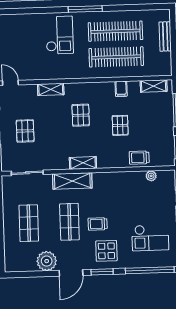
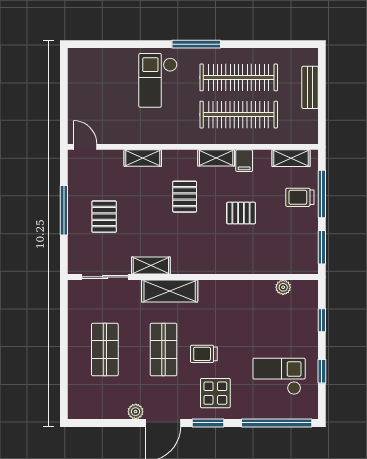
checkout: (59, 35) -> (158, 80), turned 180
shelving: (102, 88) -> (216, 158), added
pallet: (120, 125) -> (241, 213), turned 90
trolley: (139, 158) -> (300, 197), moved
shelving: (83, 163) -> (151, 265), moved
checkout: (150, 238) -> (279, 376), turned 180
plant: (47, 261) -> (136, 412), width x0.53, depth x0.53

